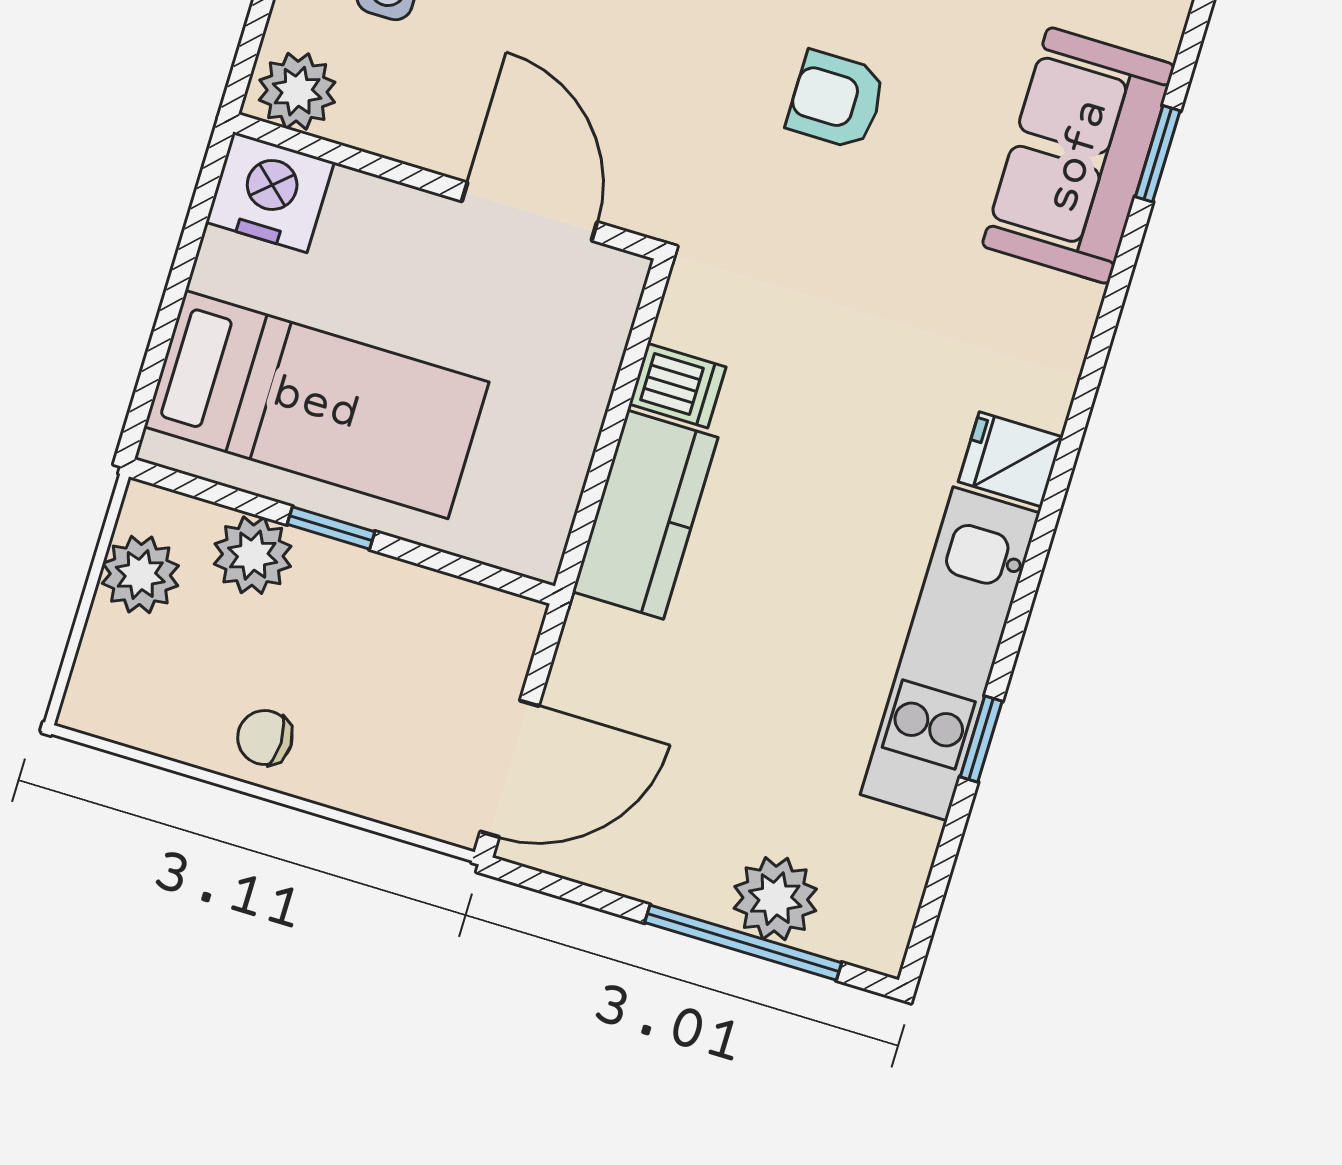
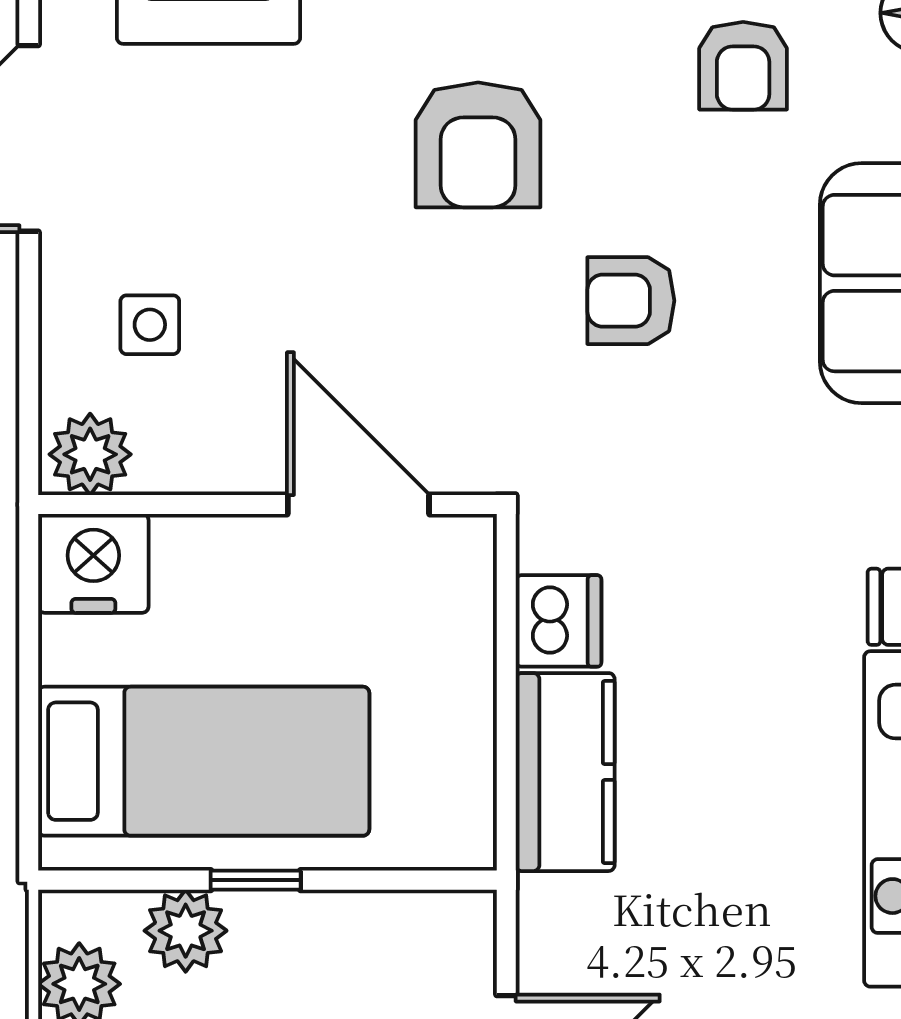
dishwasher: (678, 386) -> (559, 621), width x1.38

